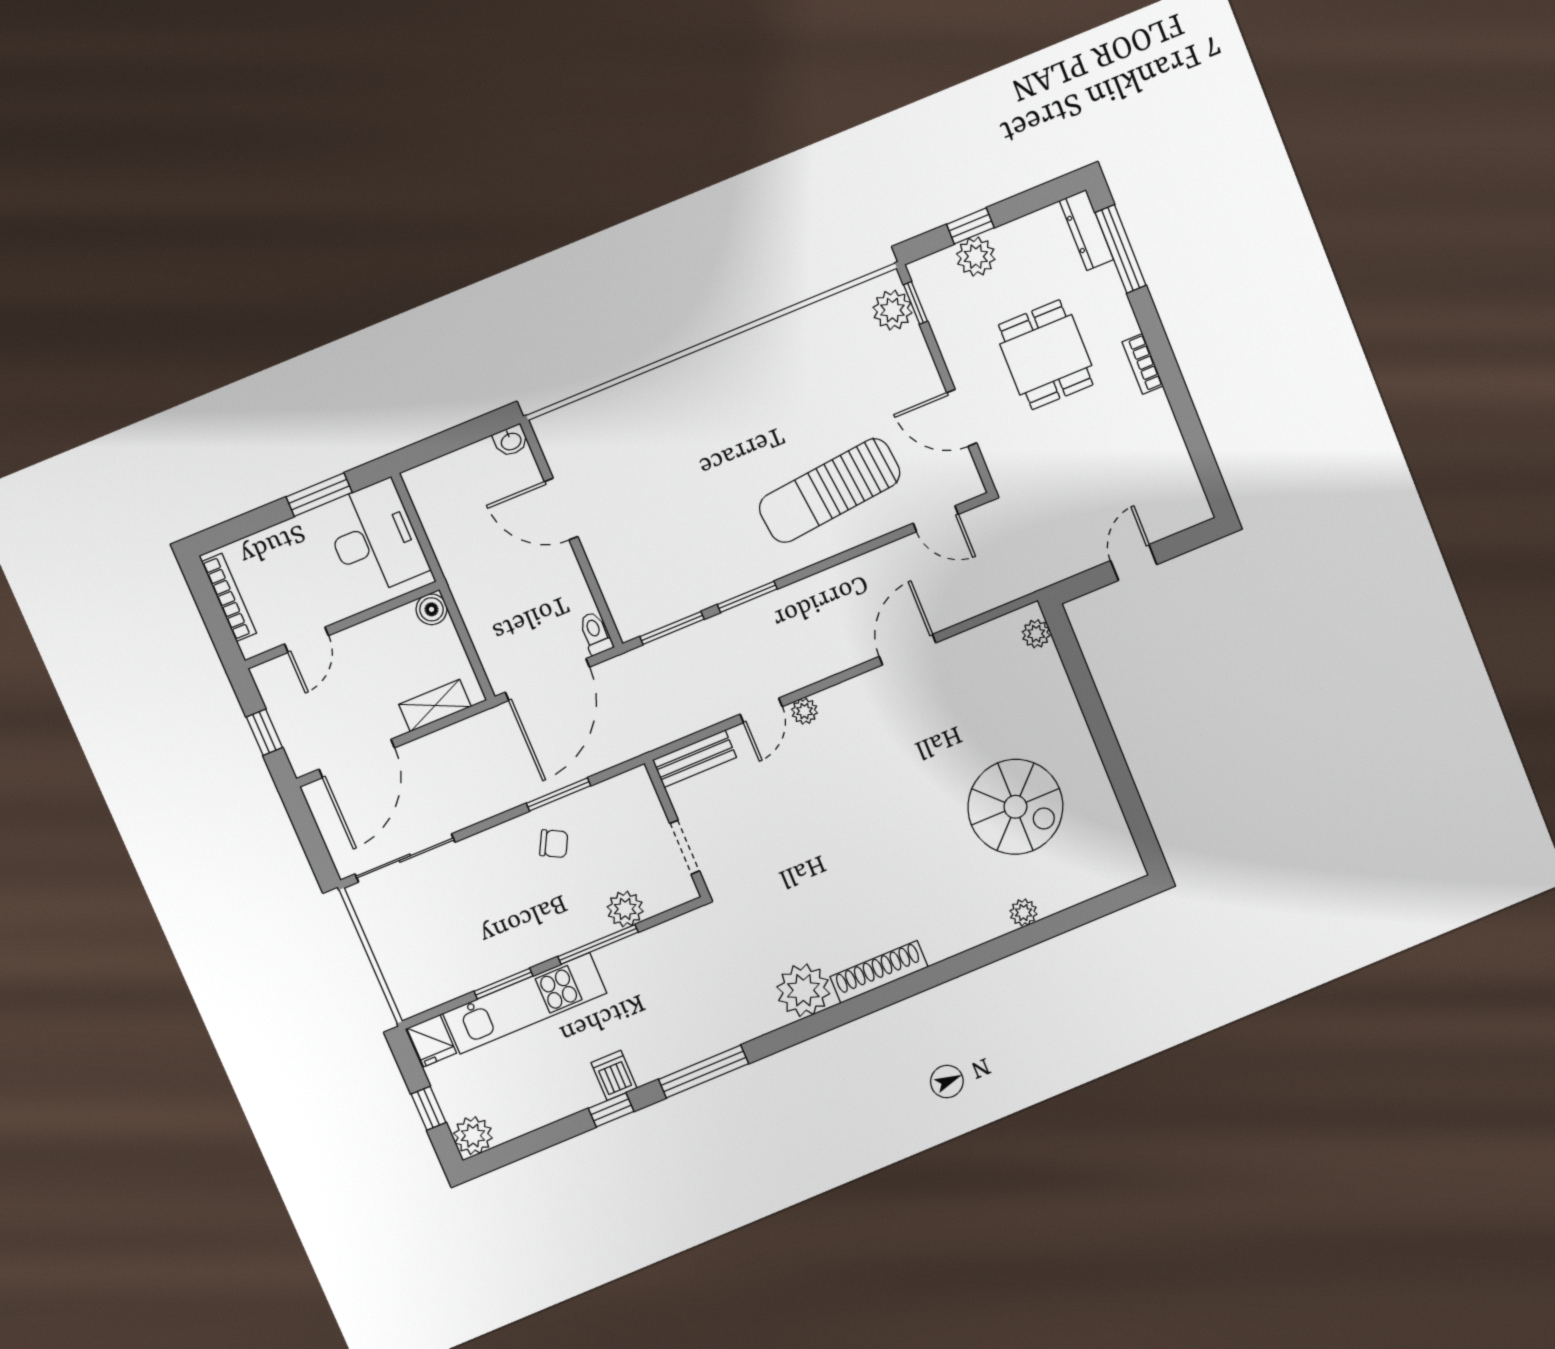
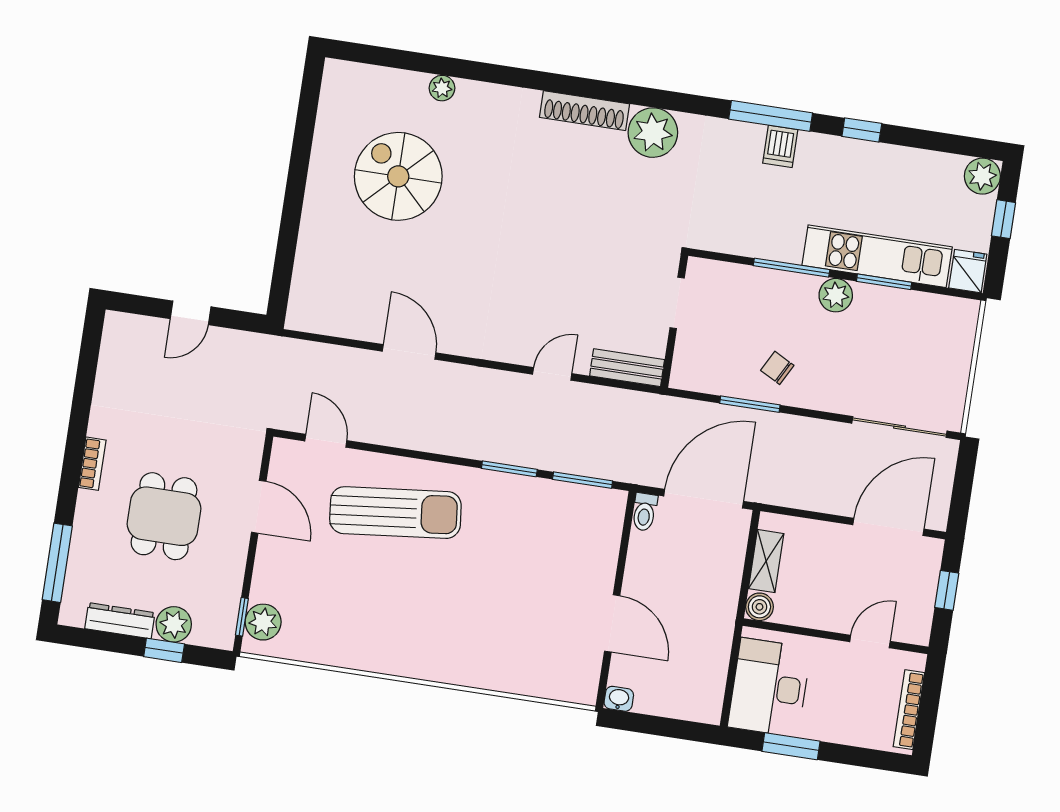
dresser: (1086, 230) -> (120, 621), moved, turned -90
plant: (1036, 634) -> (301, 303), removed
door: (908, 650) -> (409, 352), swing flipped
shelving: (435, 706) -> (766, 561), moved, turned 90
plant: (804, 711) -> (519, 353), removed
plant: (625, 909) -> (836, 295), moved
dishwasher: (614, 1075) -> (780, 146), moved

